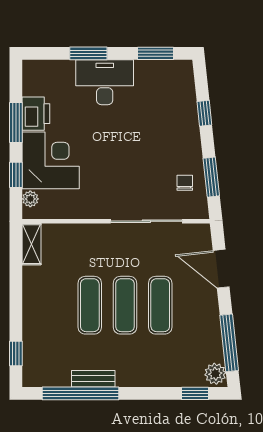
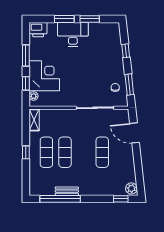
window: (155, 53) -> (90, 19), moved
printer: (36, 114) -> (38, 30), moved, turned 90
exercise mat: (125, 305) -> (46, 152), moved
window: (229, 343) -> (139, 172), removed
window: (16, 354) -> (26, 152), moved

